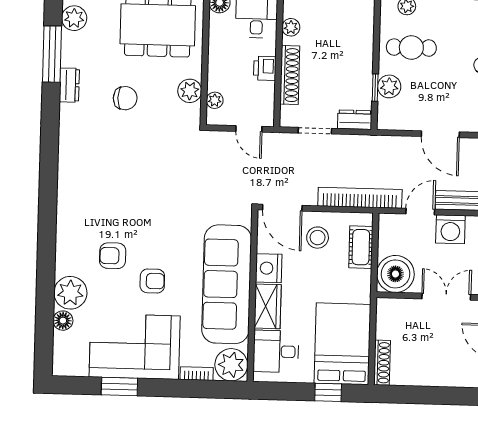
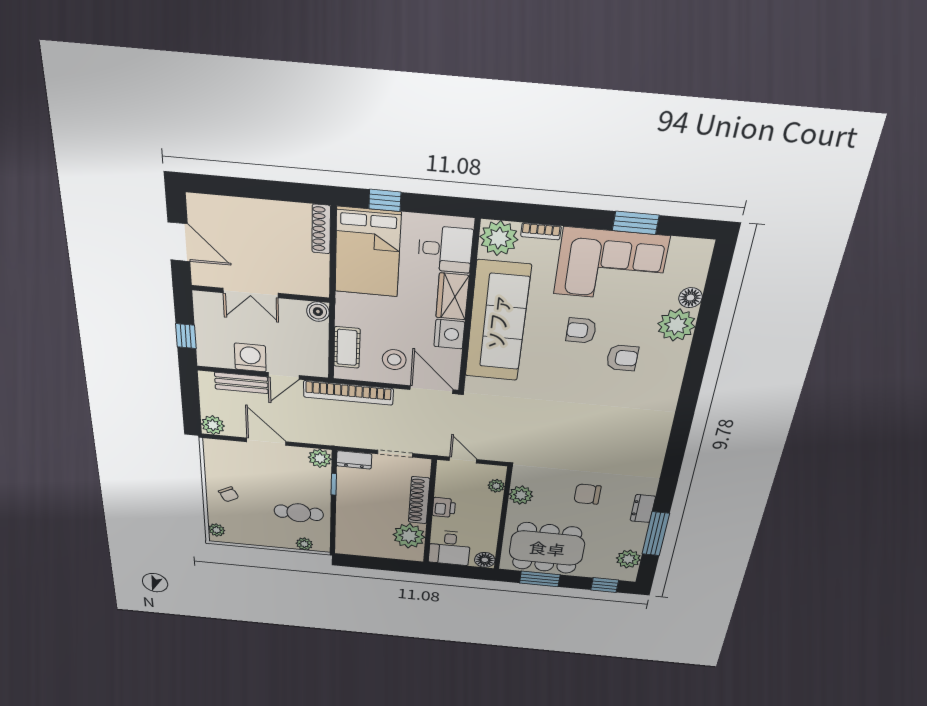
plant: (291, 27) -> (409, 536), width x1.88, depth x1.88
plant: (389, 86) -> (320, 458), moved
boiler: (395, 274) -> (318, 312), width x0.54, depth x0.54

